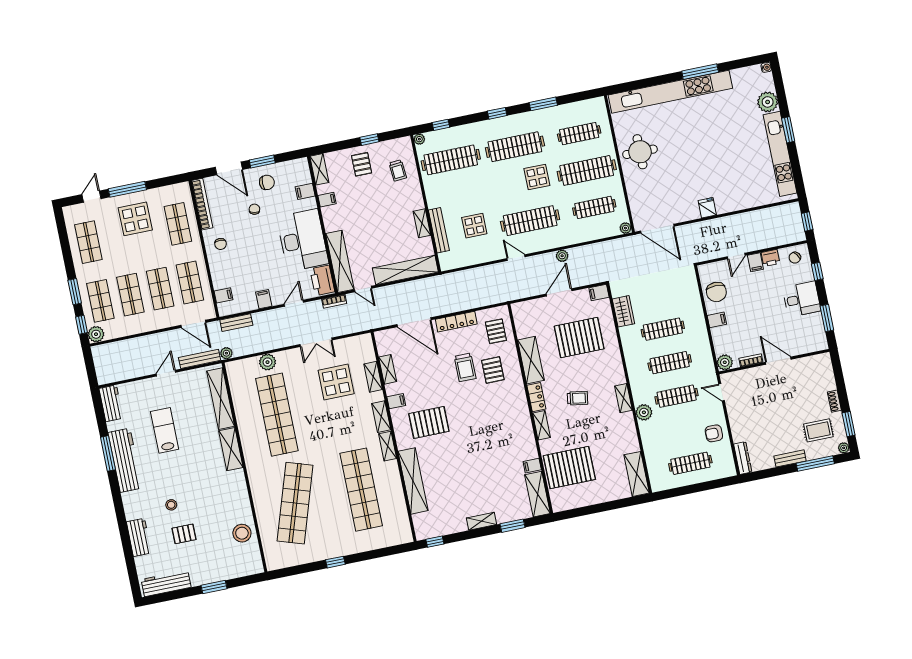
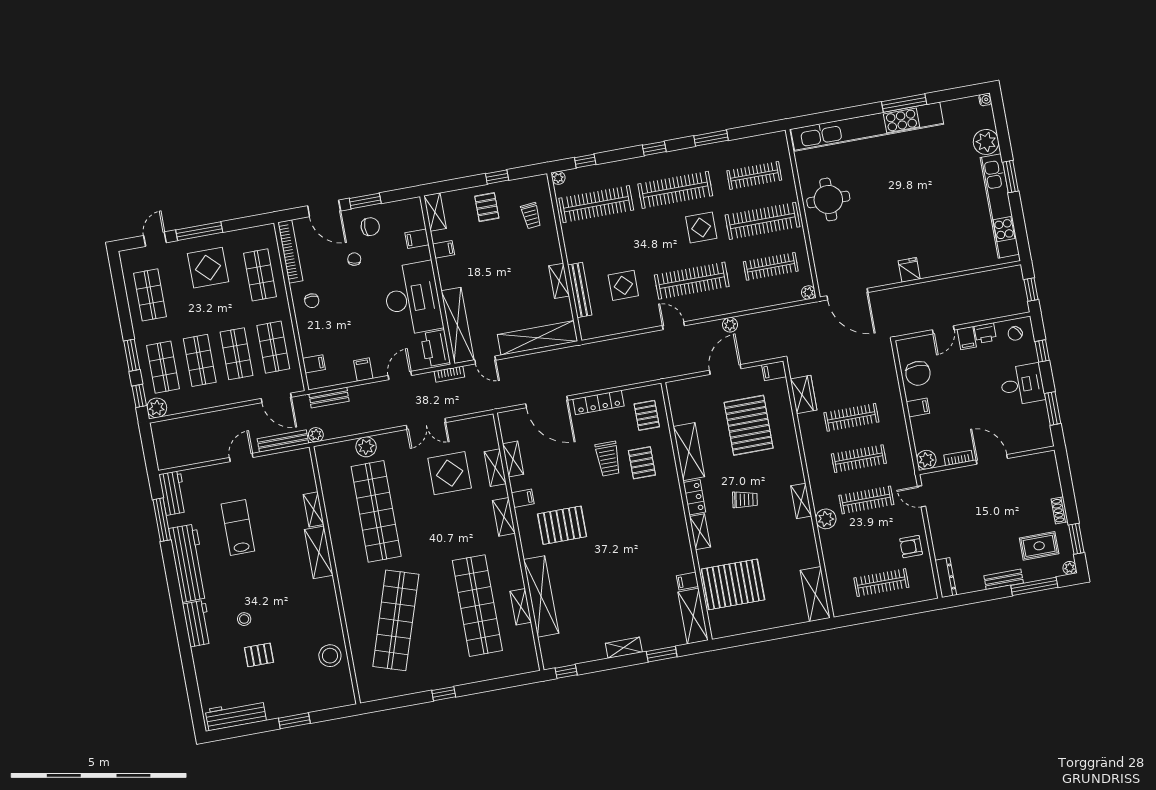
pallet: (579, 337) -> (749, 425), turned 90
shelving: (221, 399) -> (314, 509), width x0.45, depth x0.75
shelving: (388, 446) -> (521, 607), moved
window: (108, 453) -> (162, 520), moved
workbench: (139, 537) -> (197, 623), moved

